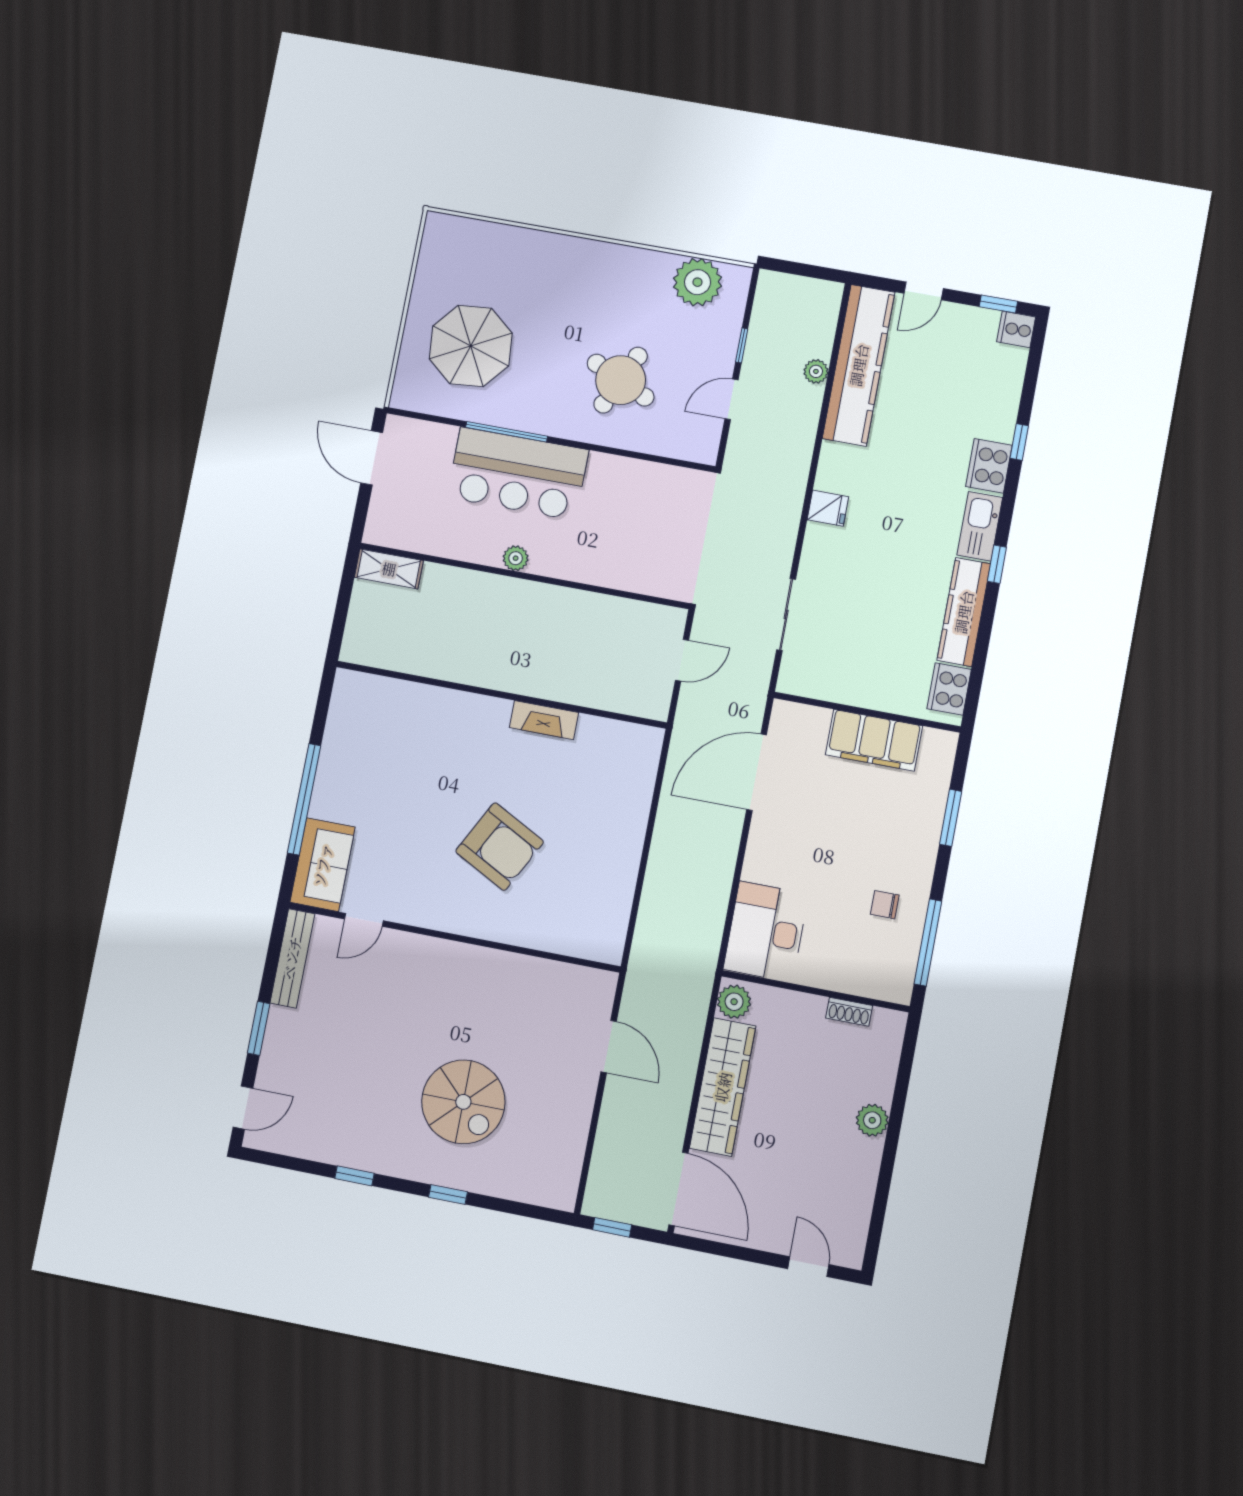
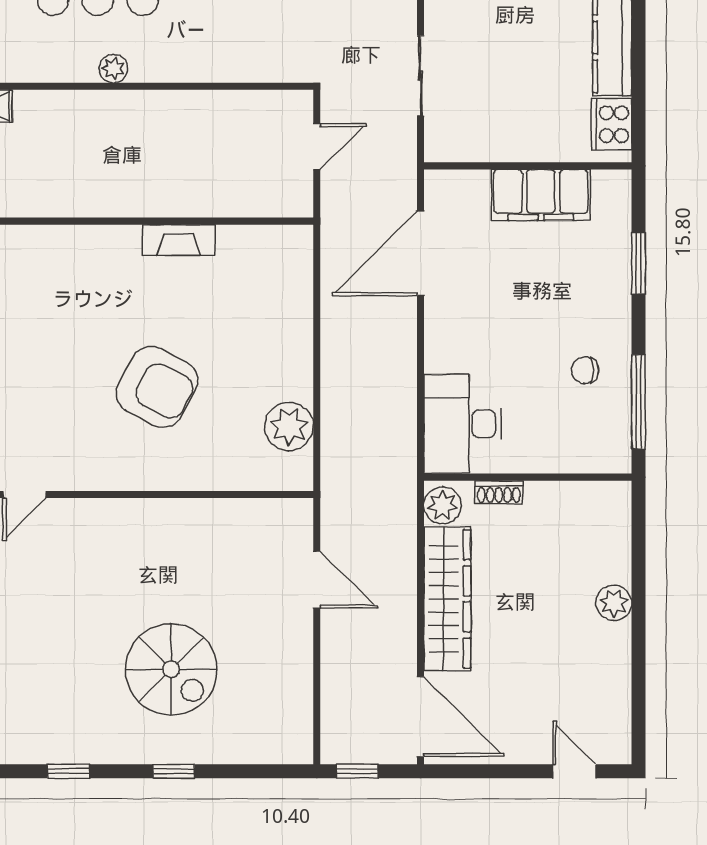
plant: (610, 904) -> (289, 427), added
shoe rack: (849, 1012) -> (499, 492), moved

